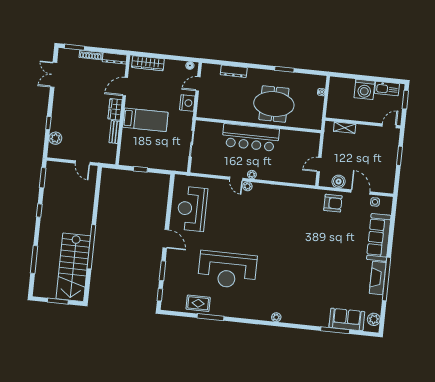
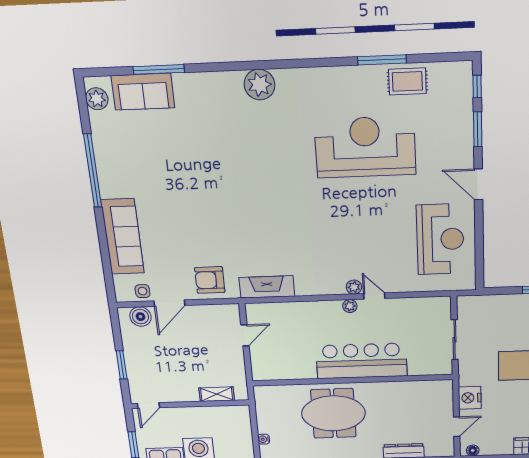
boiler: (339, 181) -> (140, 317), moved
door: (361, 192) -> (169, 303), hinge flipped
fireplace: (378, 278) -> (267, 287), moved, turned -90
plant: (276, 317) -> (260, 85), width x1.88, depth x1.88

